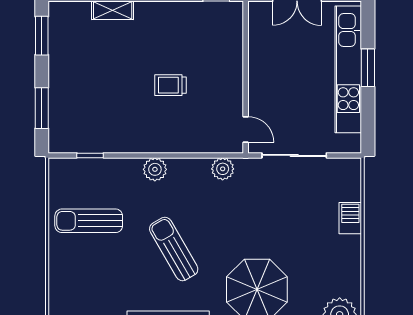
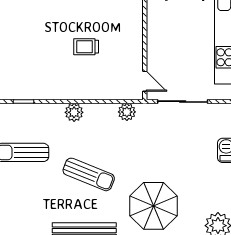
sun lounger: (174, 249) -> (89, 174), turned 142

